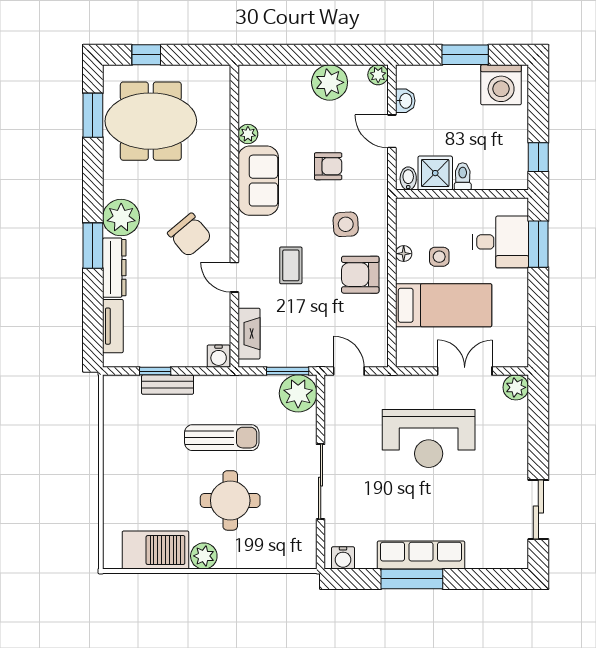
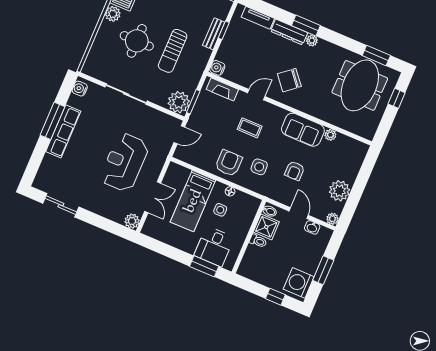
door: (392, 131) -> (299, 213), hinge flipped
window: (538, 157) -> (275, 297), moved
plant: (121, 218) -> (312, 41), width x0.53, depth x0.53

